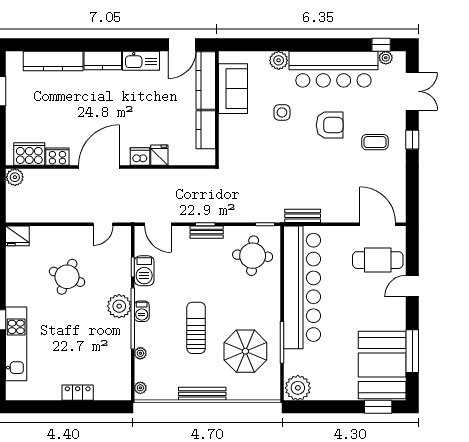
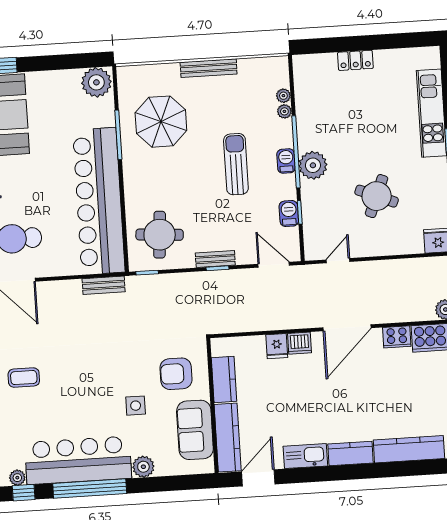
window: (325, 45) -> (90, 489), added
armchair: (330, 125) -> (176, 374), moved
barbecue: (144, 271) -> (289, 214), width x0.73, depth x0.79
sun lounger: (196, 328) -> (236, 164), moved, turned 180
plant: (140, 388) -> (283, 96), moved

